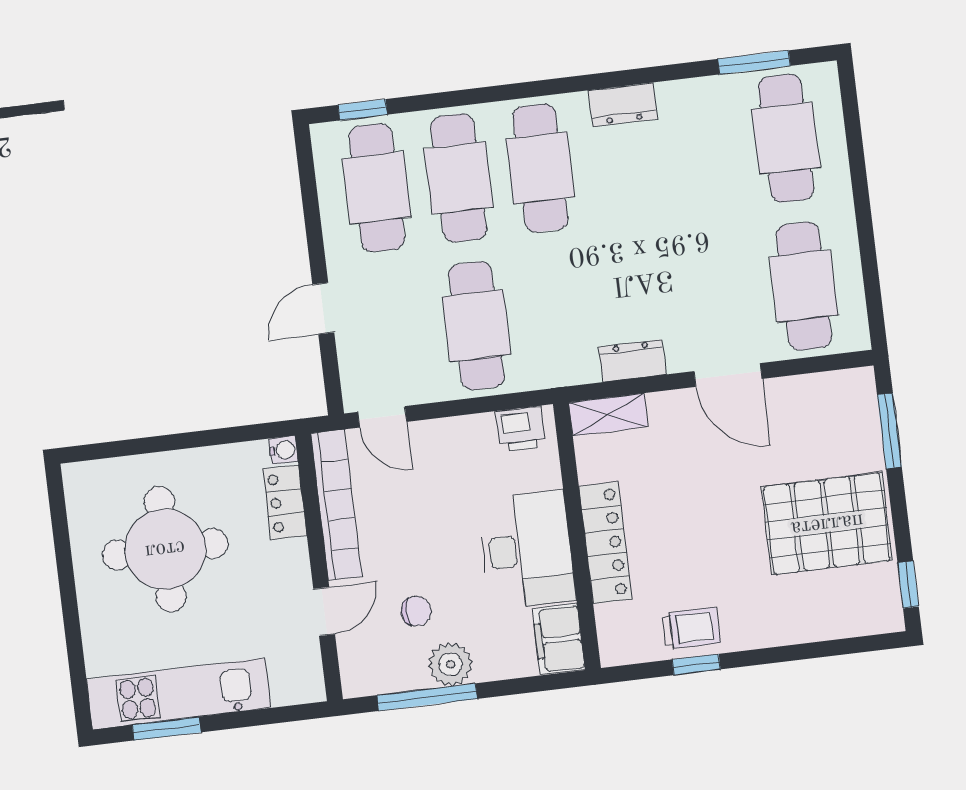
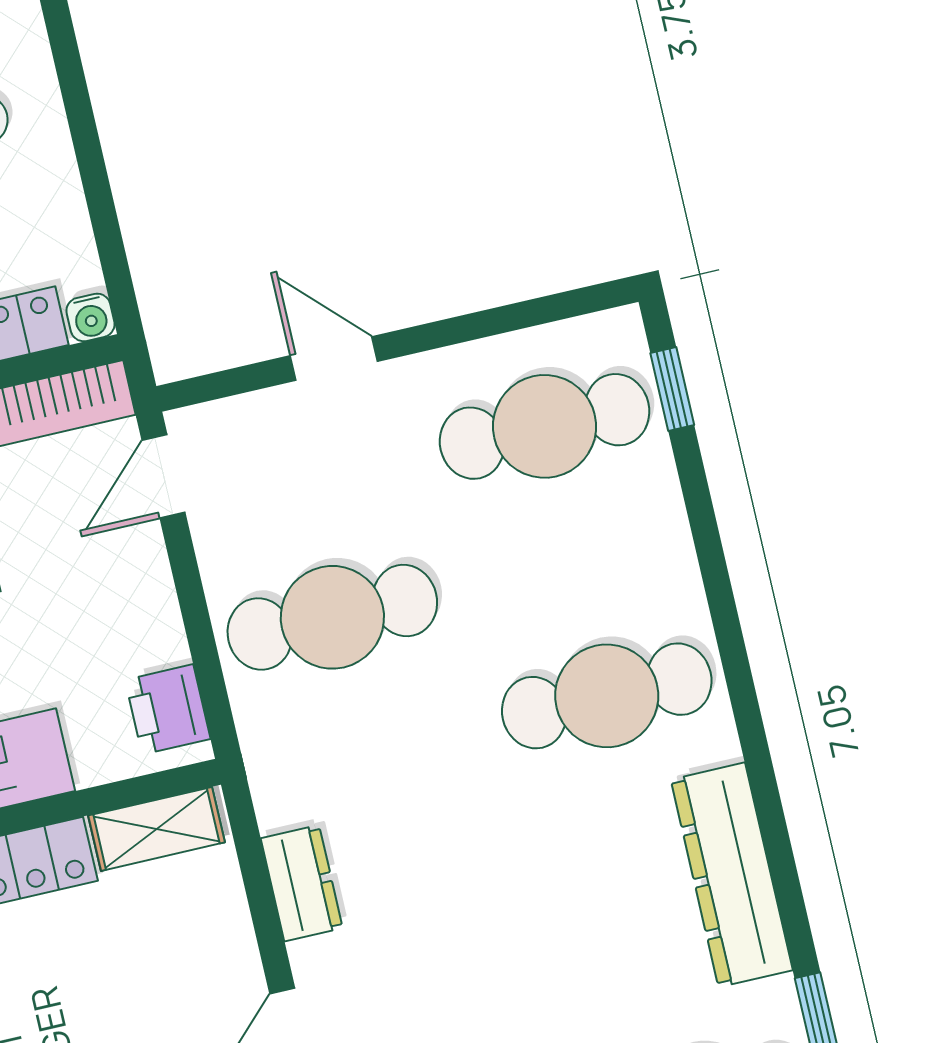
dresser: (623, 105) -> (732, 875), width x1.96, depth x1.24
cafe table: (459, 178) -> (576, 561), removed
shelving: (608, 415) -> (156, 829), moved, turned 90

